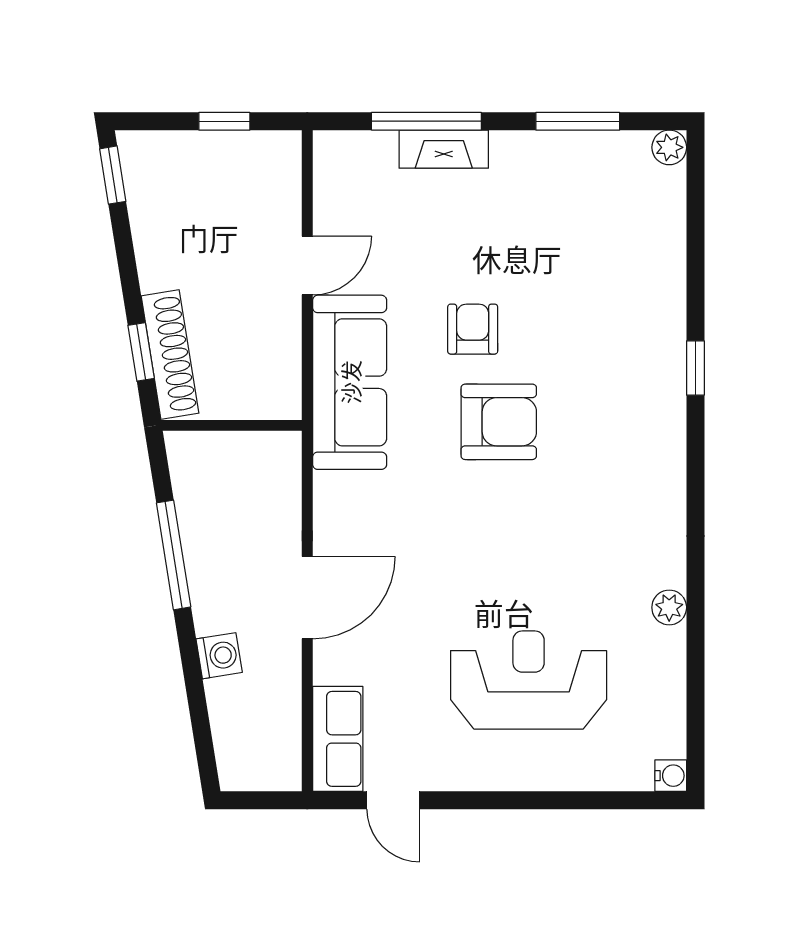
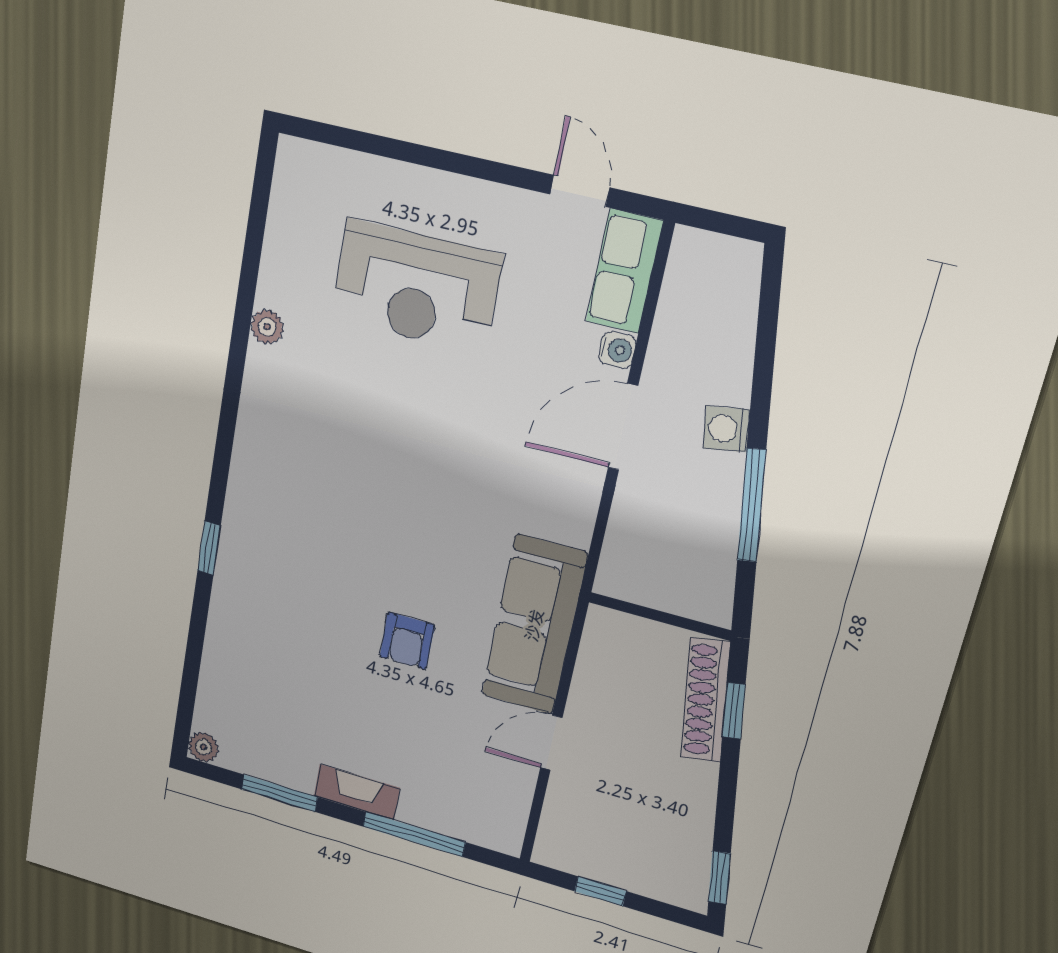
fireplace: (444, 149) -> (357, 792), moved
armchair: (499, 422) -> (399, 549), removed
washing machine: (219, 656) -> (726, 429), moved
water cooler: (671, 776) -> (617, 350), moved, turned 180

